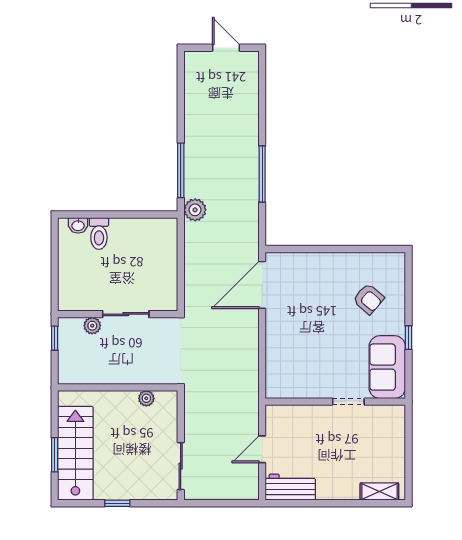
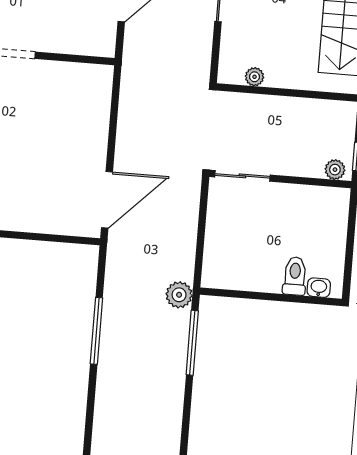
sliding door: (126, 314) -> (242, 176), moved
plant: (92, 326) -> (335, 170), moved

